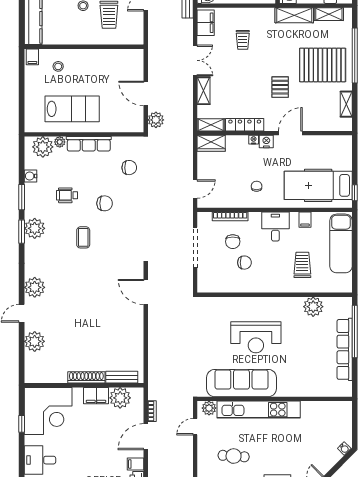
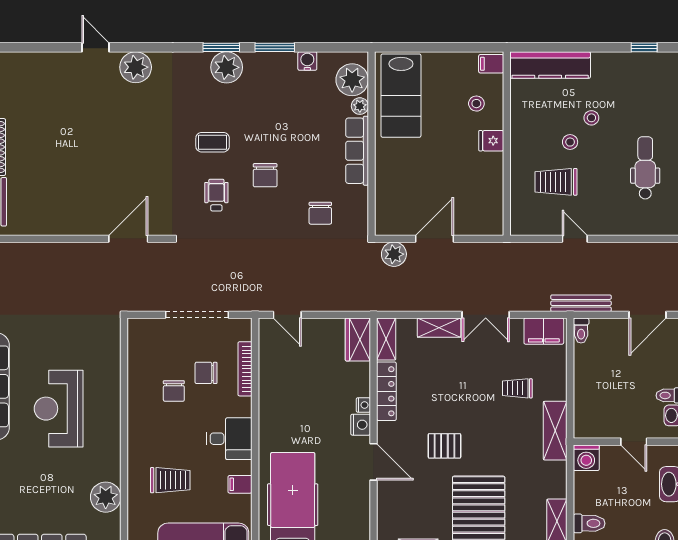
shelving: (294, 15) -> (555, 431), moved
fridge: (82, 57) -> (491, 141), added
lab bench: (72, 109) -> (401, 96), moved
chair: (257, 186) -> (292, 410), removed
wheelchair: (67, 195) -> (216, 195), moved
plant: (35, 341) -> (52, 67), removed

